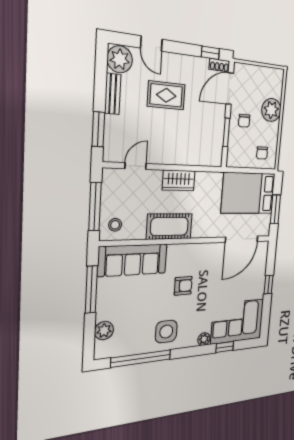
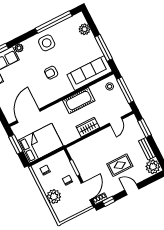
door: (151, 44) -> (132, 190), moved

